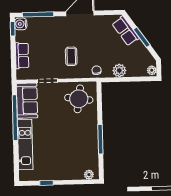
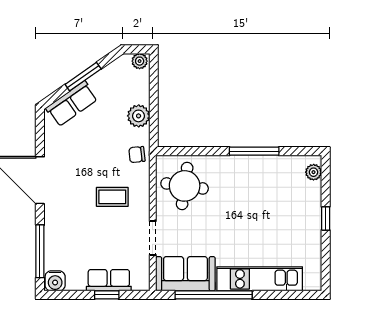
window: (13, 29) -> (107, 295), moved
window: (46, 183) -> (326, 218), moved

